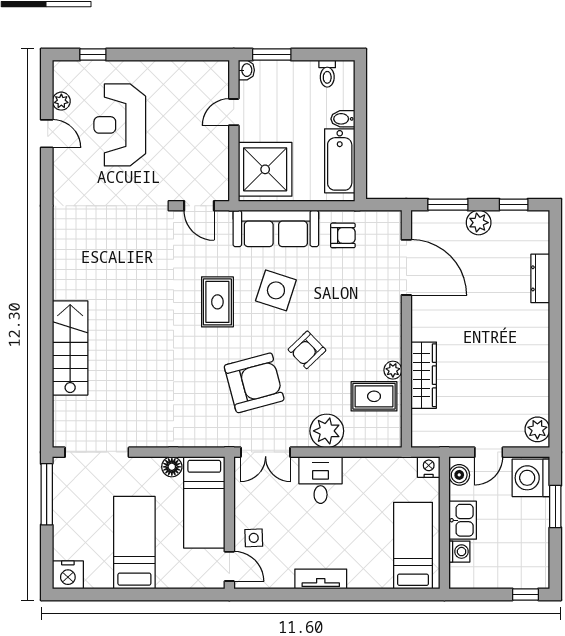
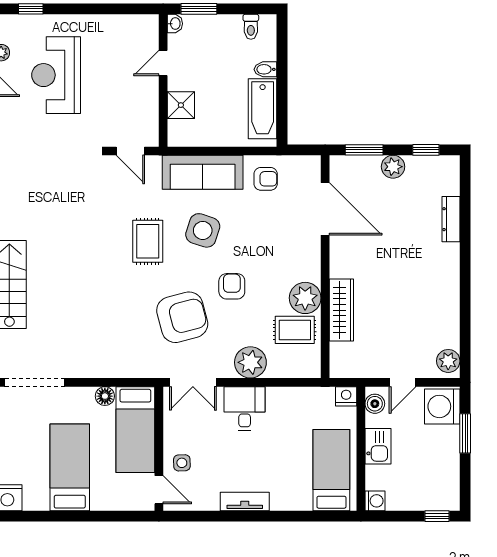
shower: (265, 169) -> (181, 105), width x0.54, depth x0.54
armchair: (307, 350) -> (232, 286), turned 134
plant: (393, 370) -> (305, 298), width x1.87, depth x1.87
washing machine: (459, 552) -> (375, 501), moved

